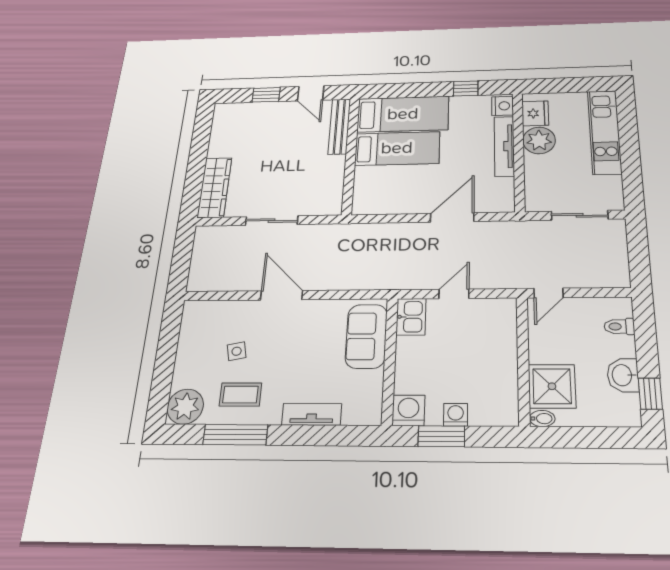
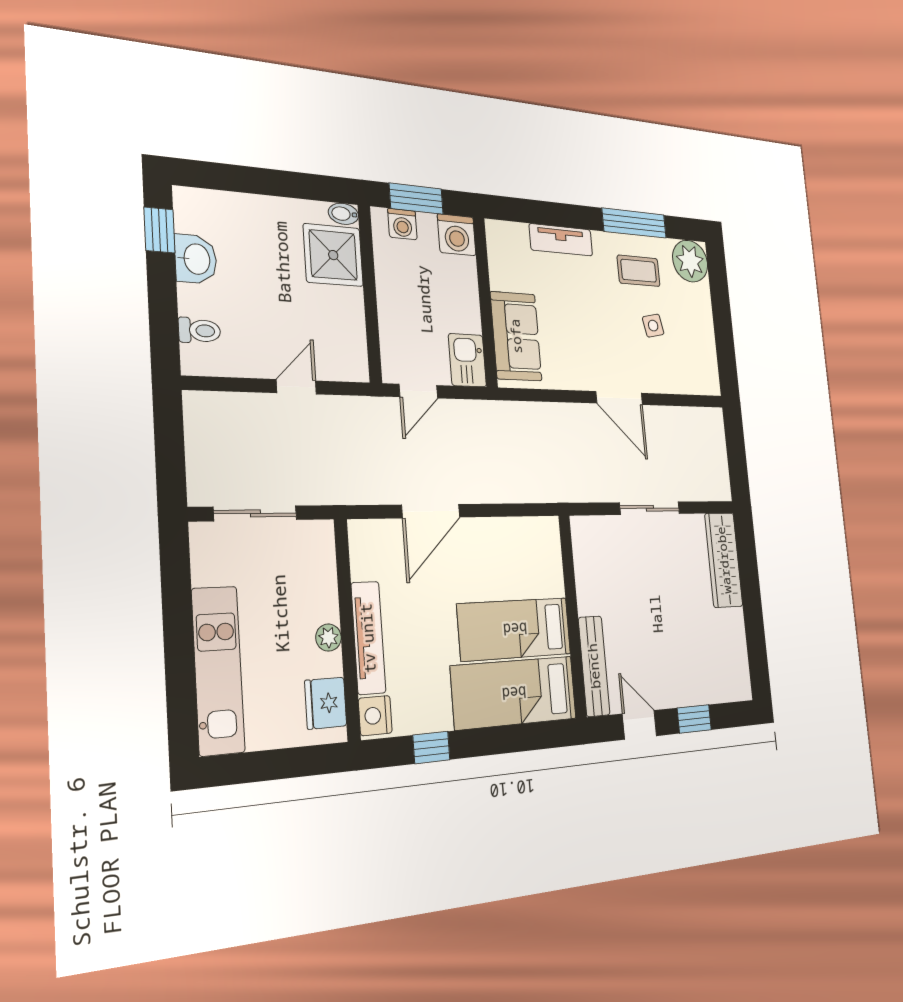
plant: (539, 140) -> (328, 638), width x0.53, depth x0.53
wall: (523, 360) -> (370, 293), moved
shower: (552, 386) -> (333, 255), moved
bidet: (542, 419) -> (343, 214), moved

